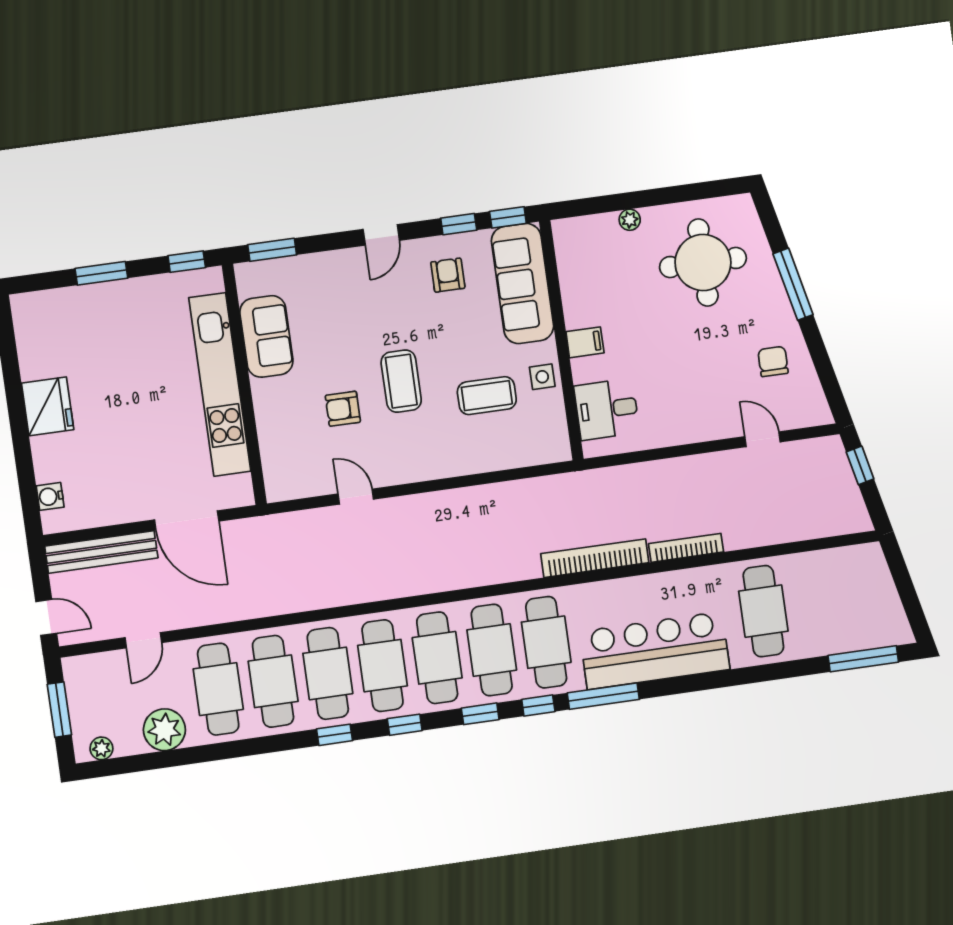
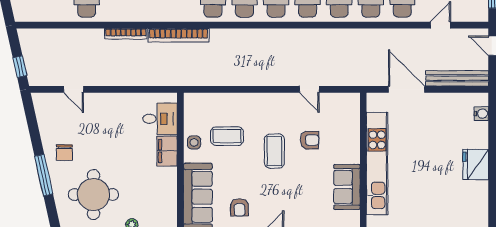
filing cabinet: (585, 342) -> (167, 151), width x2.00
chair: (773, 361) -> (64, 153), moved

